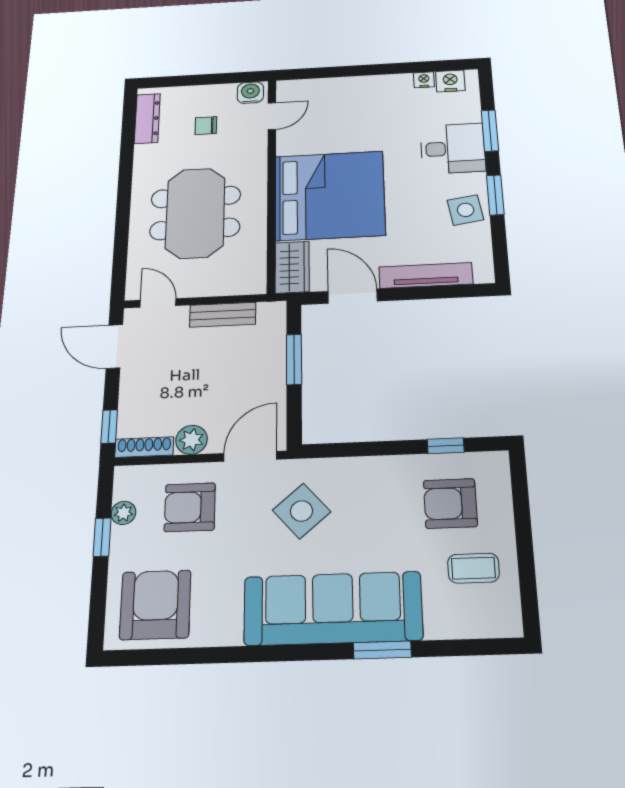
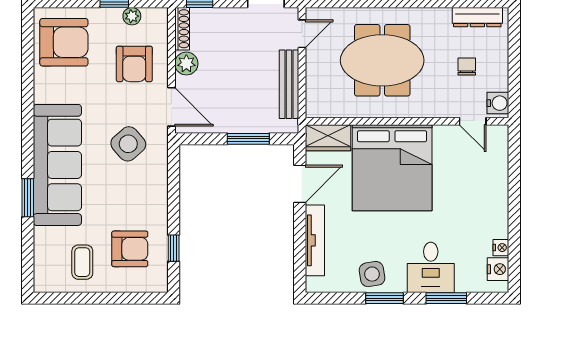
bench: (223, 315) -> (289, 84), width x1.36
armchair: (450, 503) -> (130, 249), turned 90
armchair: (190, 507) -> (134, 64), turned 180

